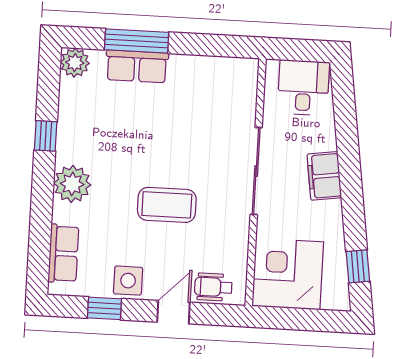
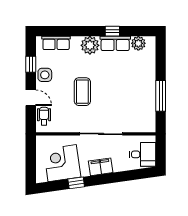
window: (137, 41) -> (161, 96), moved
plant: (75, 63) -> (138, 43), moved
row of seats: (137, 66) -> (115, 43), moved, turned -90
window: (358, 266) -> (76, 183), moved
corner desk: (288, 274) -> (62, 163), moved, turned -98

